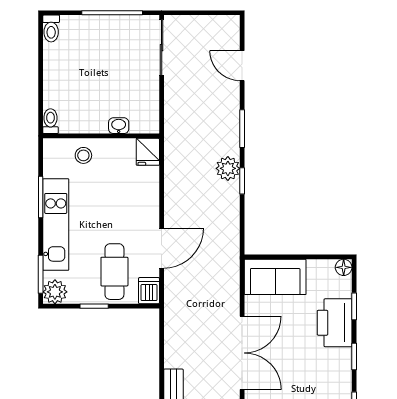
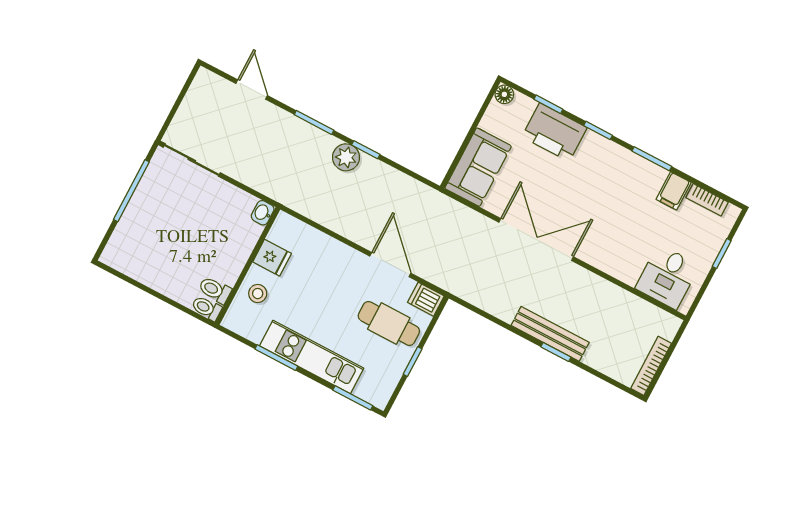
toilet: (51, 29) -> (215, 290), moved, turned 180
door: (242, 66) -> (252, 89), swing flipped
washbasin: (119, 126) -> (263, 213), moved
fridge: (148, 152) -> (272, 258), moved
plant: (55, 292) -> (378, 393), removed

